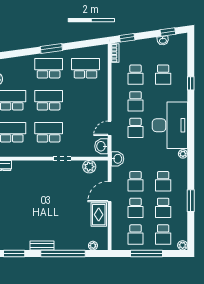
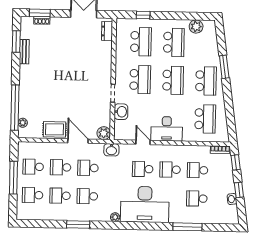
window: (168, 32) -> (239, 190), moved
window: (51, 48) -> (224, 67), moved
window: (191, 83) -> (187, 227), width x2.17
desk: (96, 106) -> (167, 129), added
washbasin: (101, 146) -> (121, 112), moved, turned 90
plant: (89, 167) -> (104, 133), moved
window: (191, 201) -> (78, 224), moved
plant: (183, 245) -> (21, 215), removed
bench: (42, 246) -> (24, 52), moved
window: (63, 254) -> (15, 108), moved

